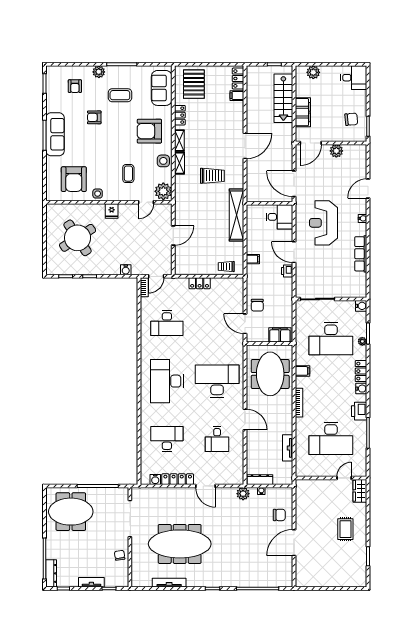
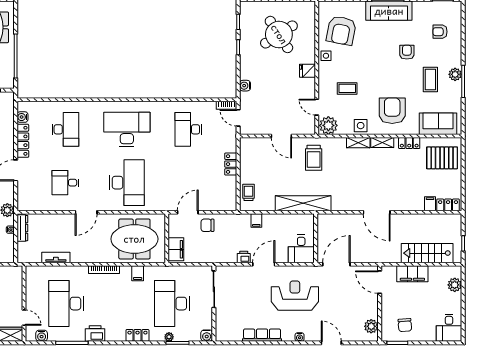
plant: (99, 72) -> (455, 74), moved
plant: (336, 151) -> (371, 326), moved
trolley: (212, 176) -> (314, 158), moved
armchair: (74, 179) -> (341, 31), turned -79
water cooler: (361, 389) -> (42, 336), moved

